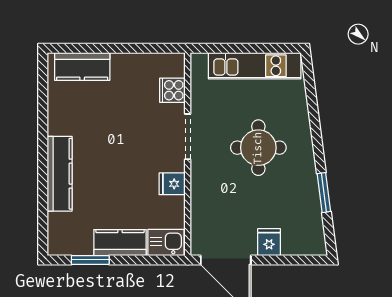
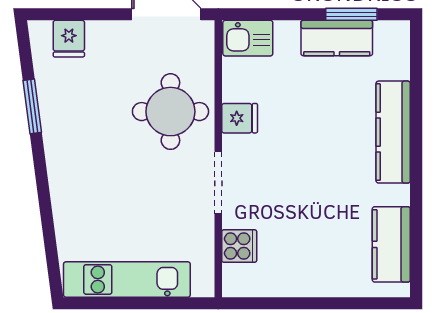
kitchen counter: (82, 67) -> (391, 244), moved, turned -90
round table: (258, 148) -> (170, 112), moved
fridge: (269, 242) -> (69, 39), moved
kitchen counter: (120, 243) -> (337, 38), moved

